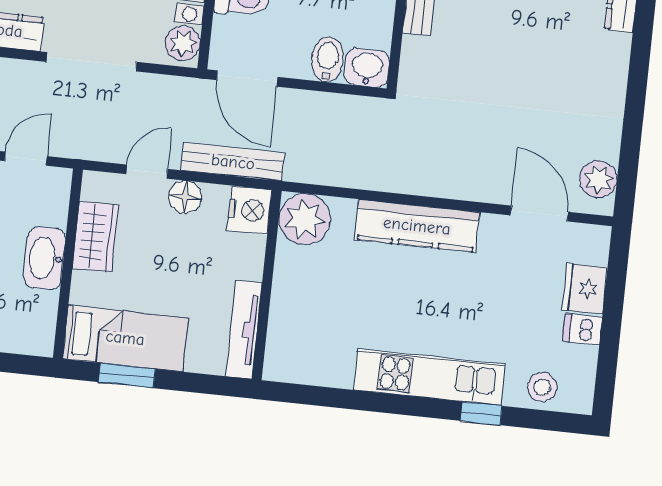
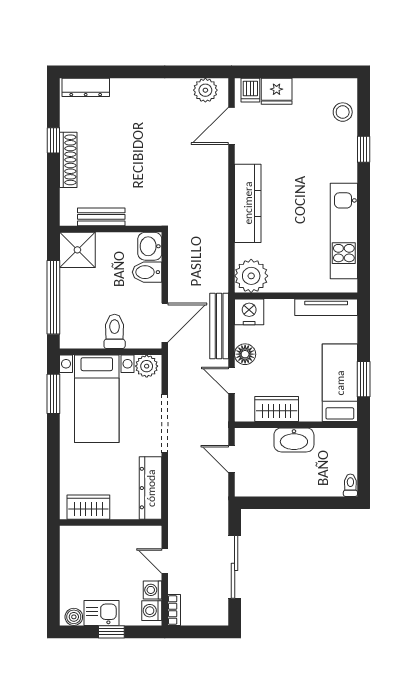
dishwasher: (582, 329) -> (250, 90), moved
kitchen unit: (429, 377) -> (344, 231), moved

